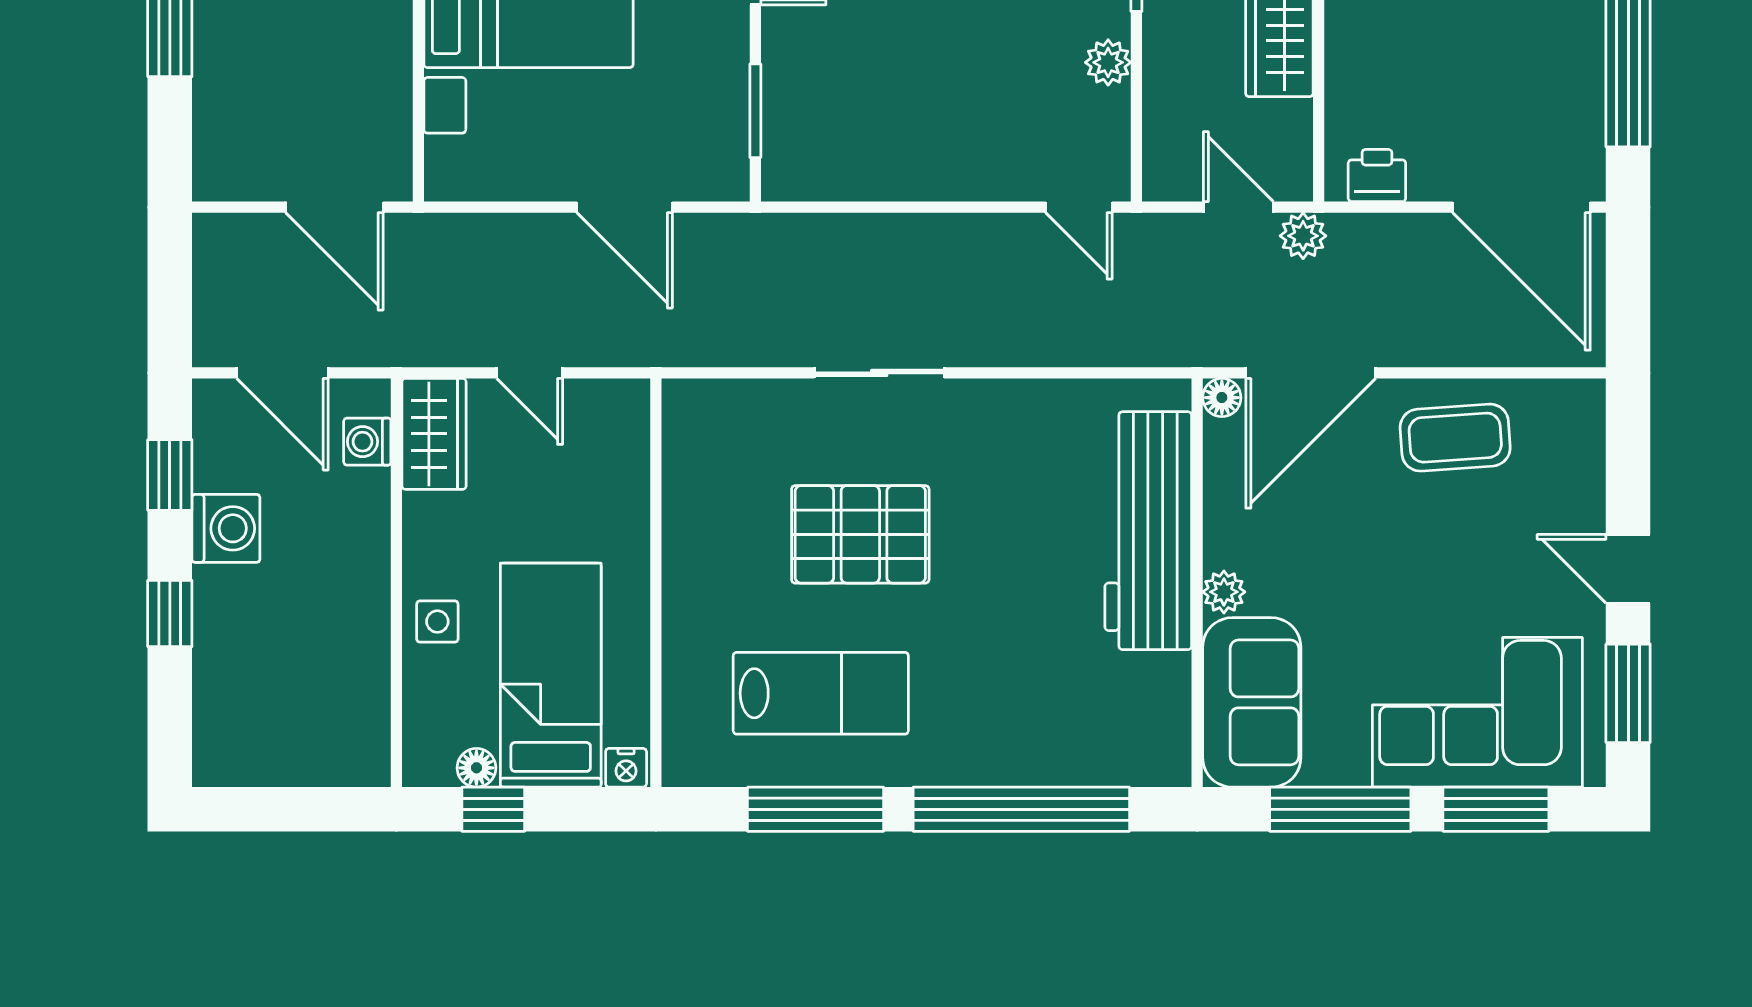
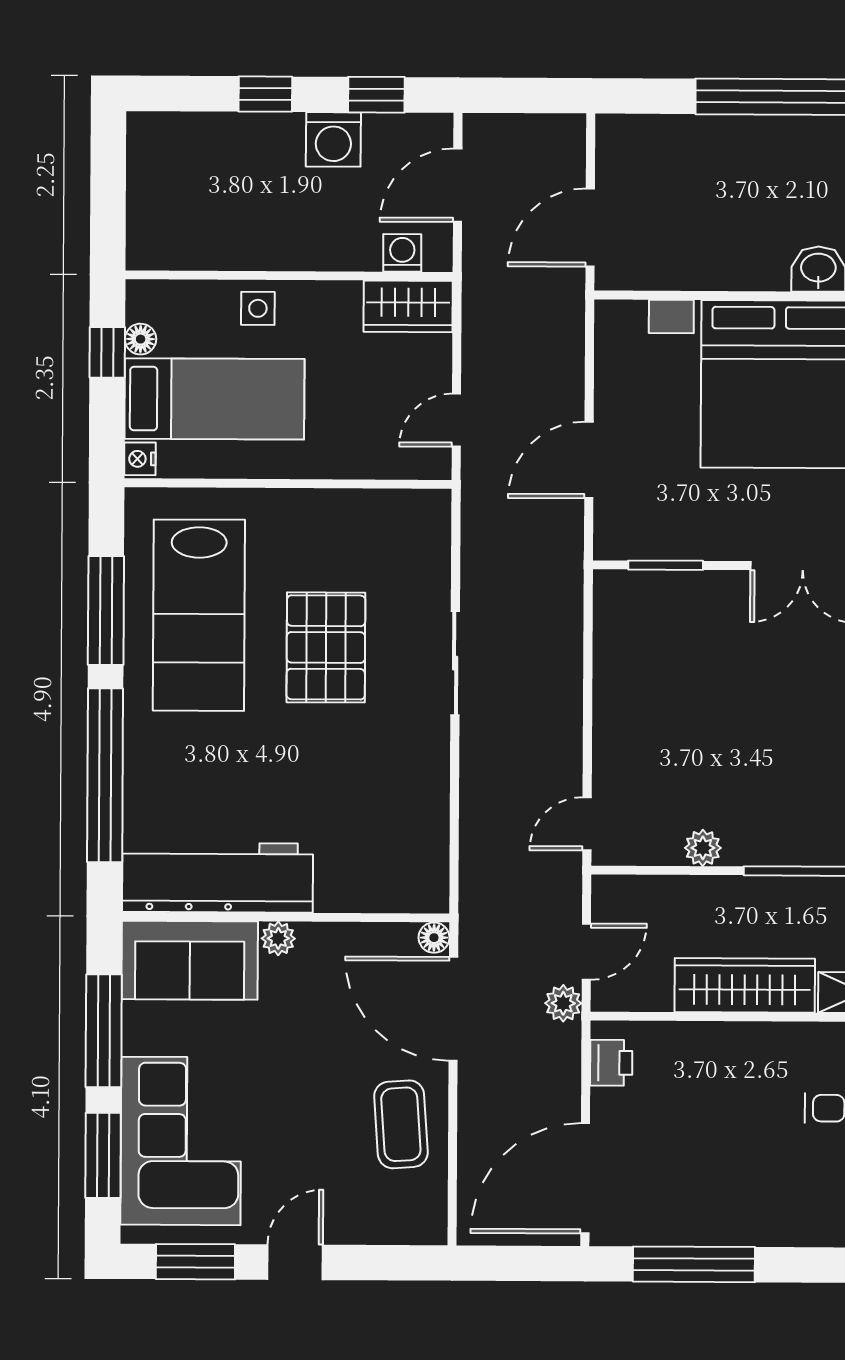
door: (530, 373) -> (456, 420), moved
workbench: (1148, 531) -> (217, 878), moved
lab bench: (821, 693) -> (199, 615), width x1.36, depth x1.39

